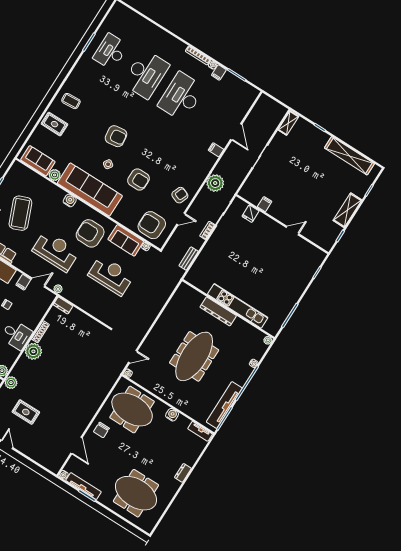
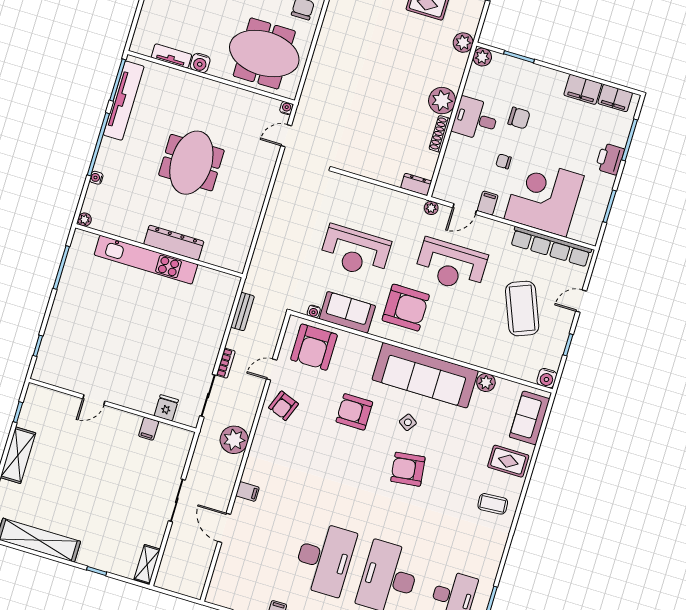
sofa: (38, 161) -> (530, 418), moved, turned 90
water cooler: (70, 200) -> (547, 378), moved
armchair: (152, 225) -> (314, 347), turned 90
meeting table: (194, 356) -> (191, 163), width x0.73
tv unit: (200, 431) -> (171, 56), moved

